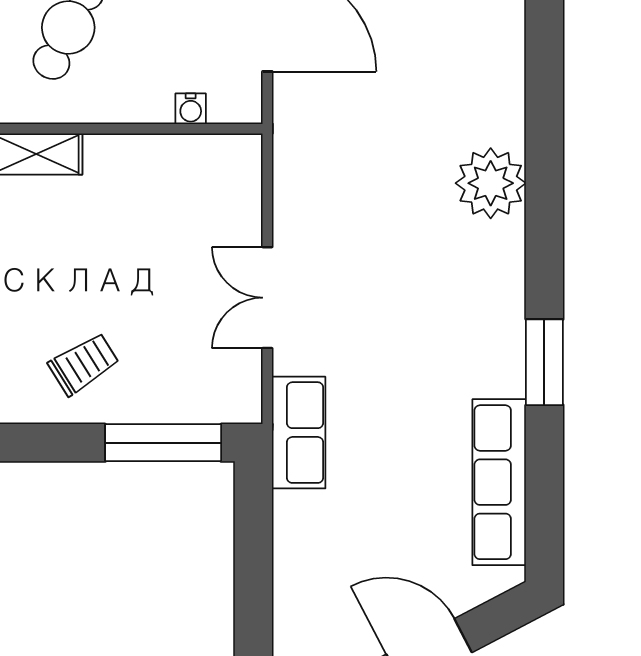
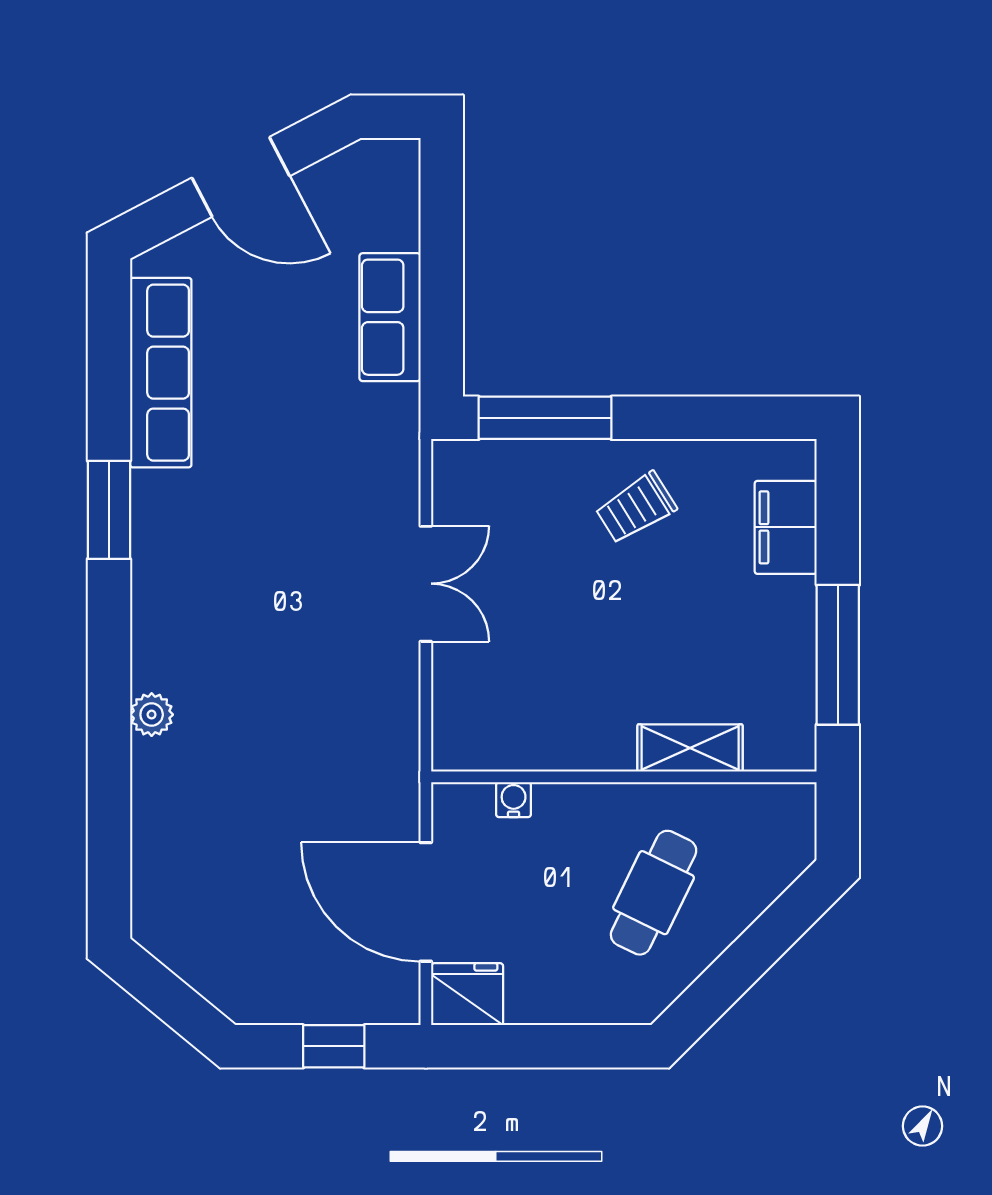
plant: (491, 183) -> (152, 715), width x0.53, depth x0.53
row of seats: (299, 433) -> (390, 317), moved

